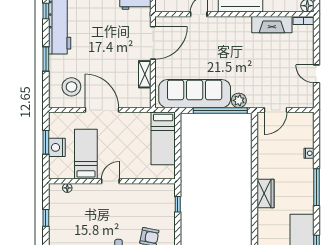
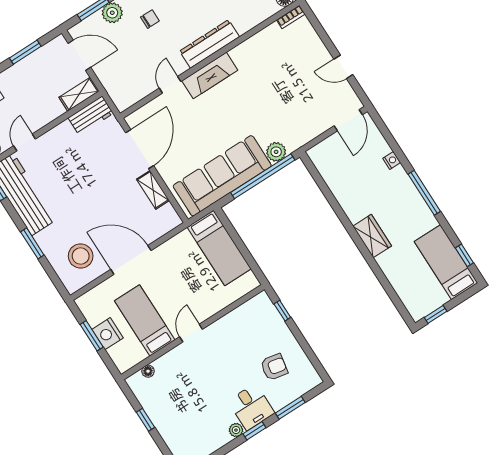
fireplace: (272, 25) -> (210, 75), moved
door: (276, 110) -> (348, 120), moved

